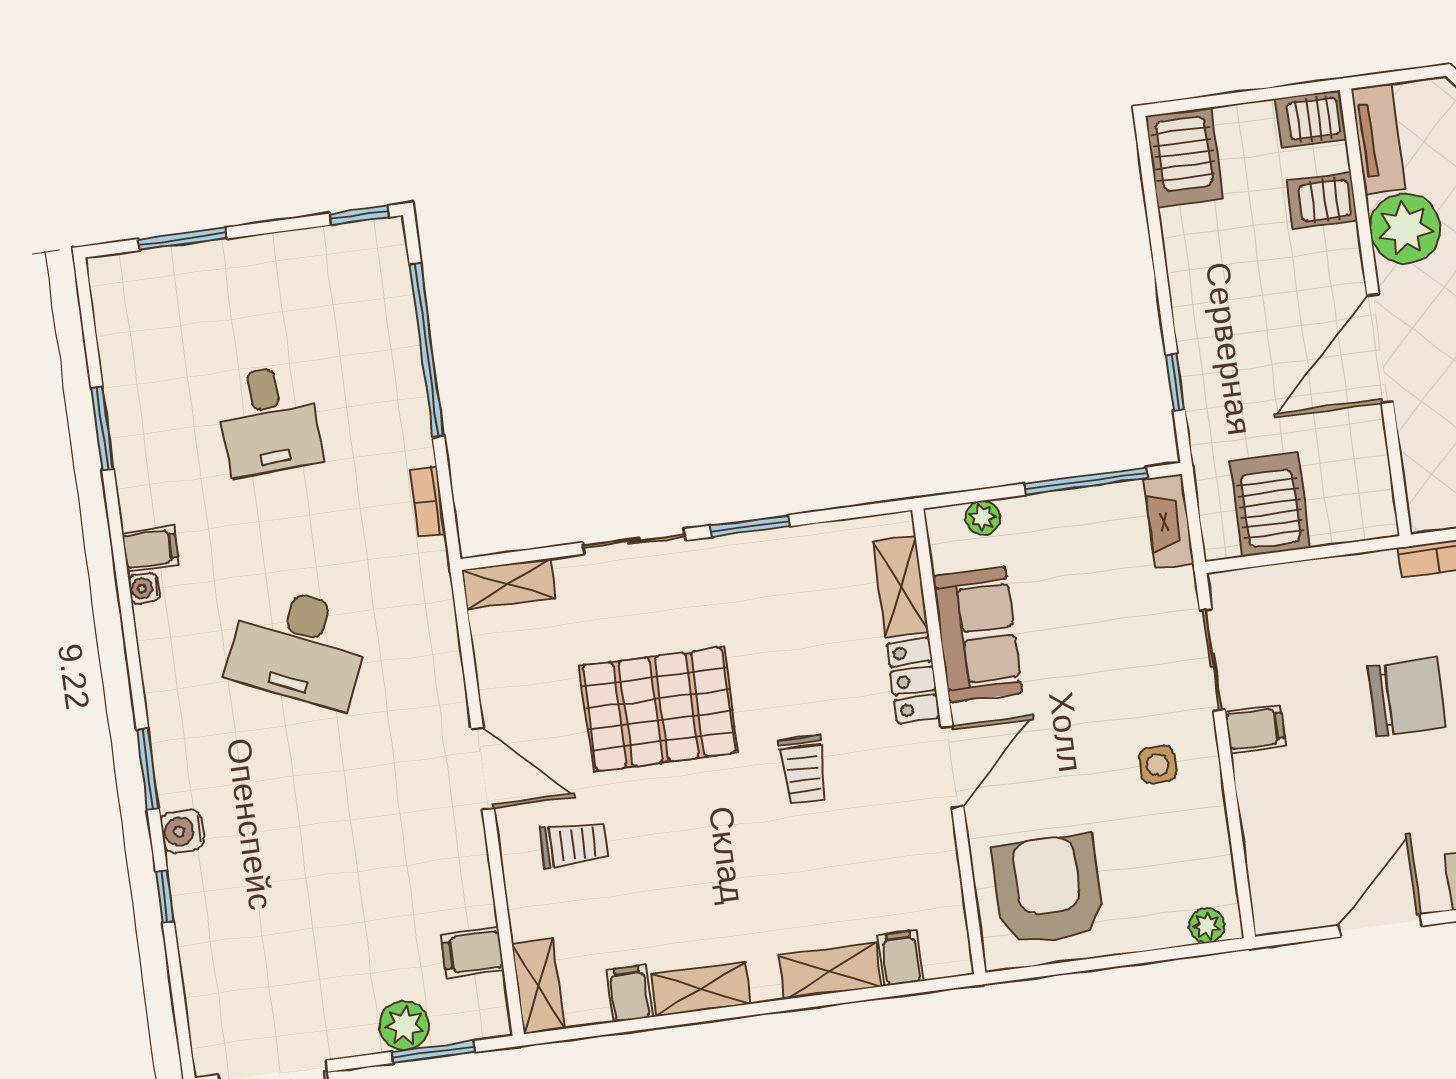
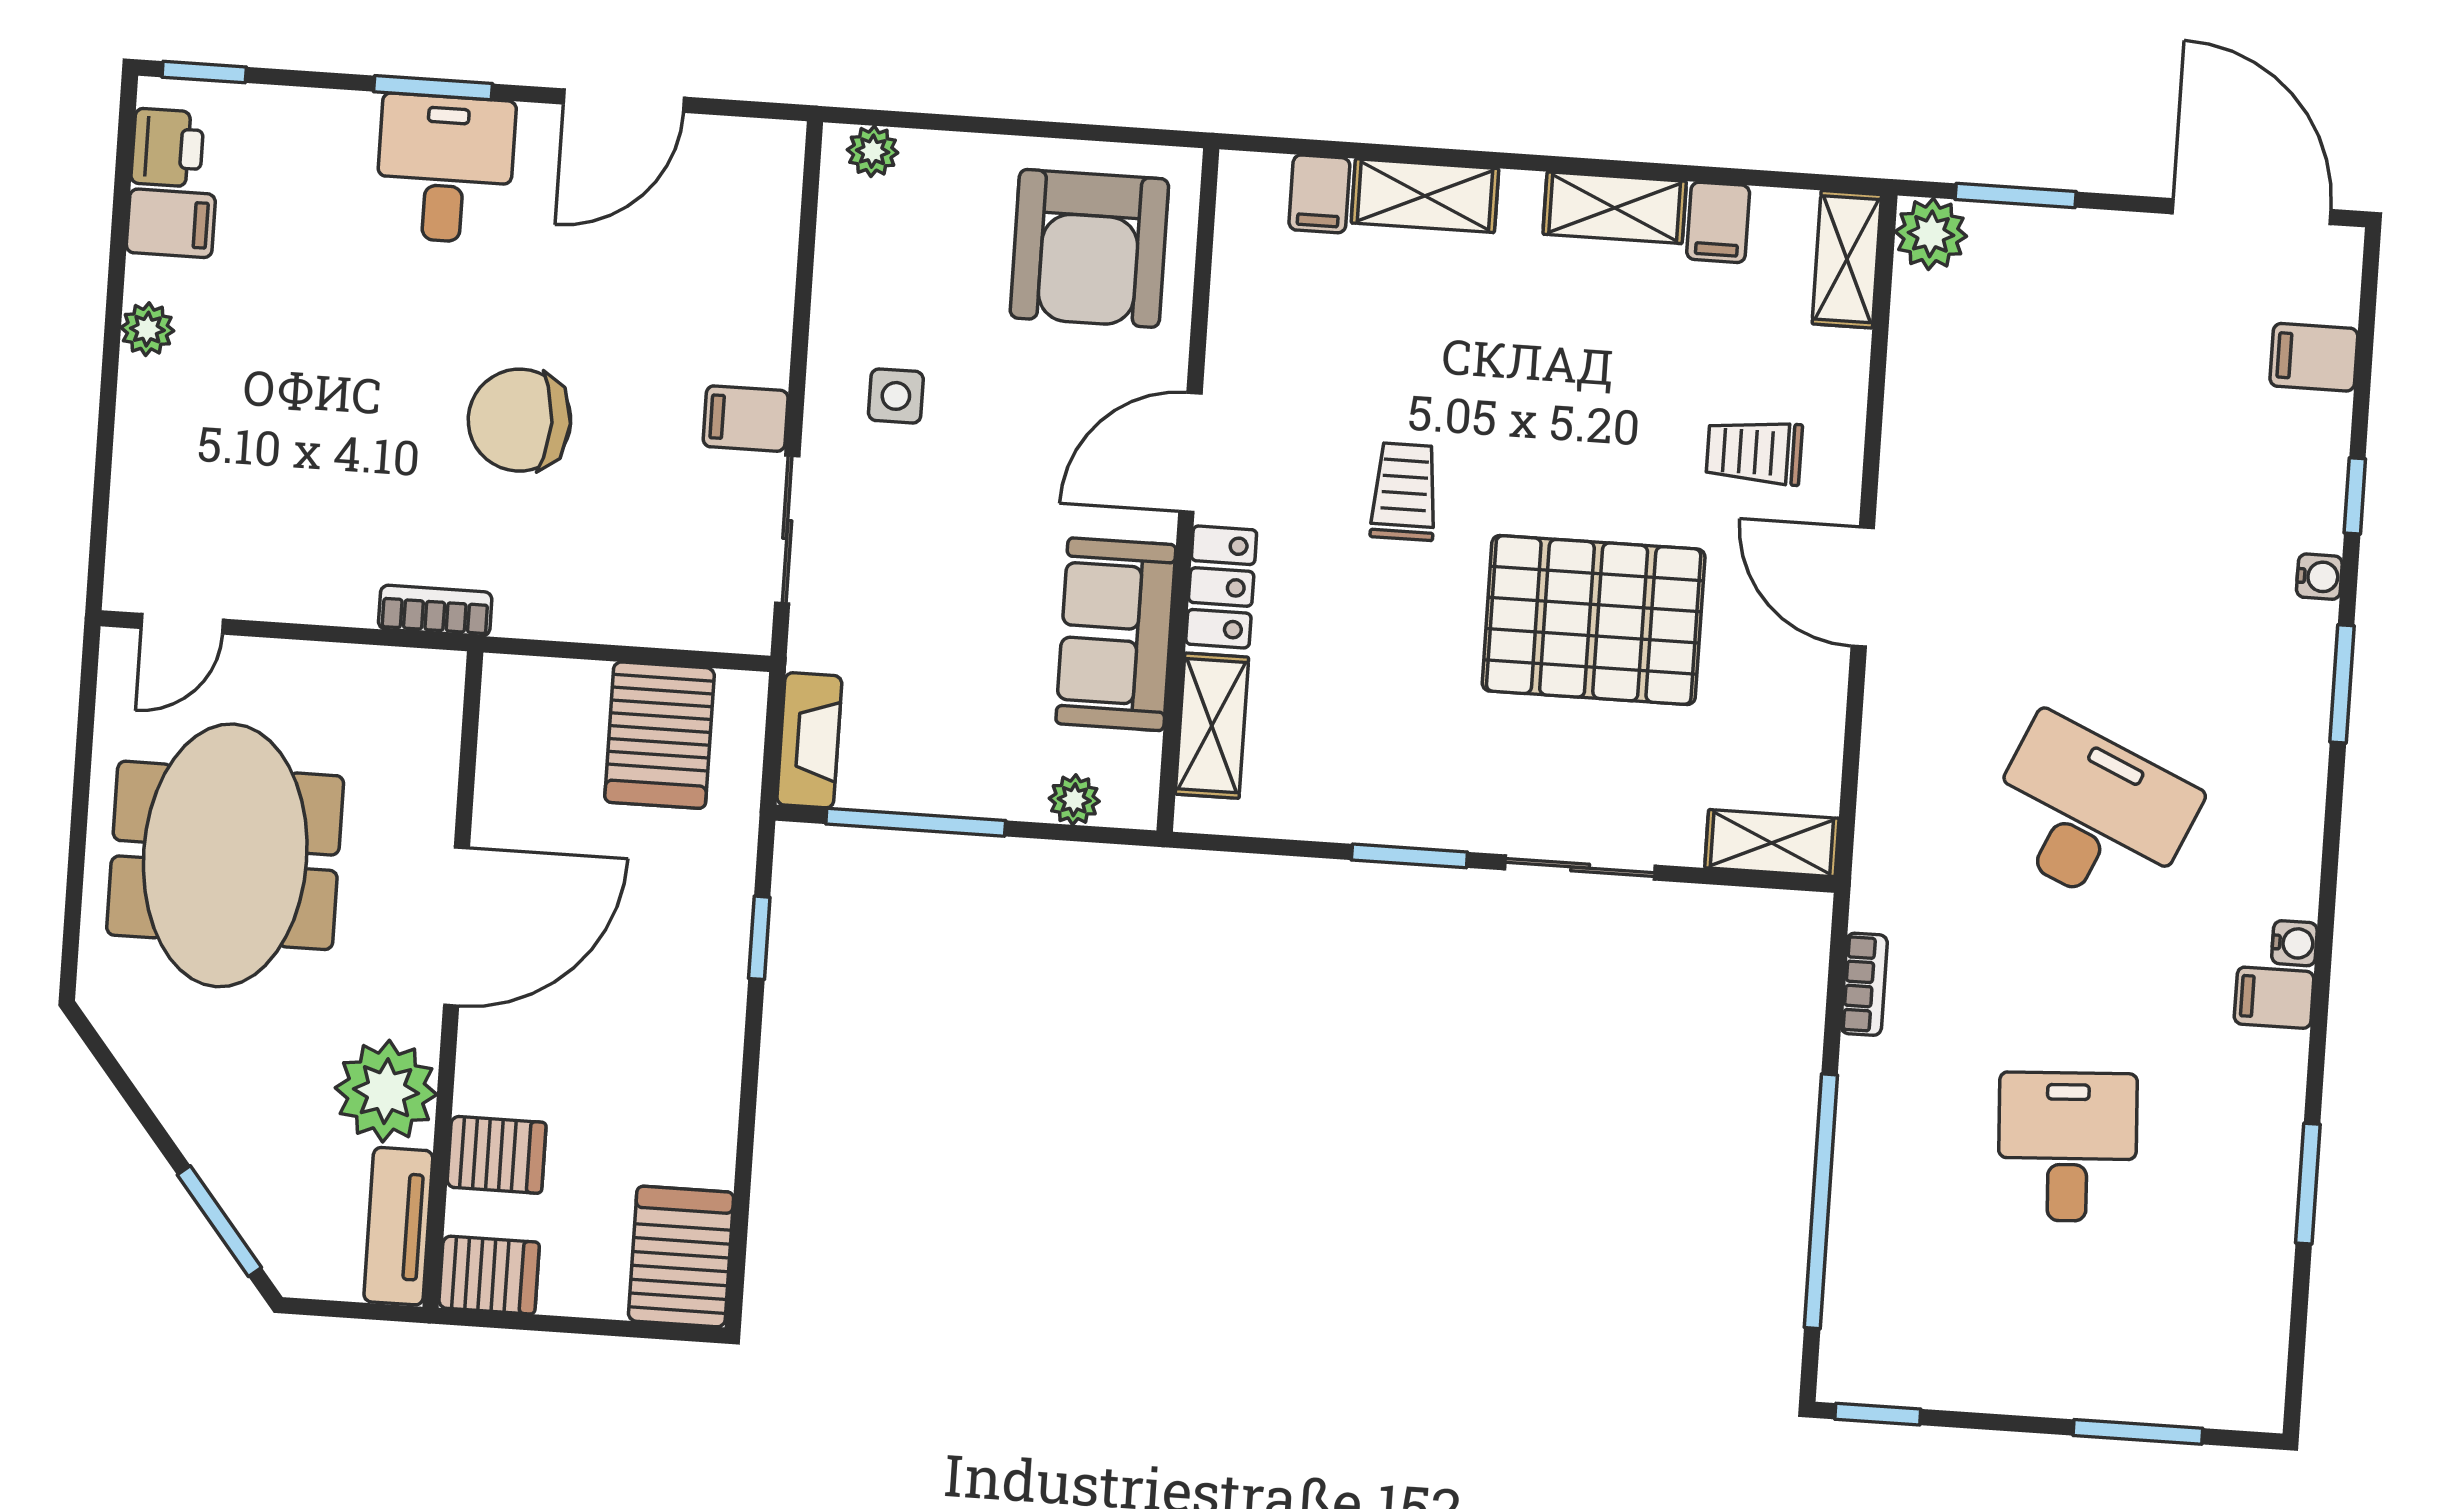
water cooler: (182, 831) -> (2319, 577), width x0.72, depth x0.72
filing cabinet: (472, 953) -> (2314, 357), moved, turned 180
plant: (404, 1025) -> (1931, 234), moved

